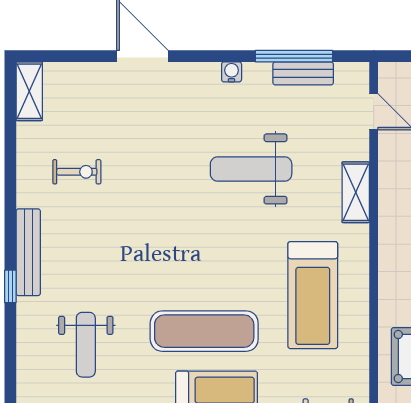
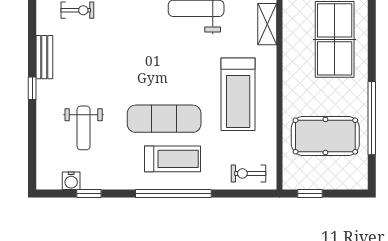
bench: (28, 252) -> (44, 57), width x0.73

